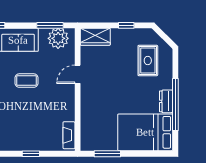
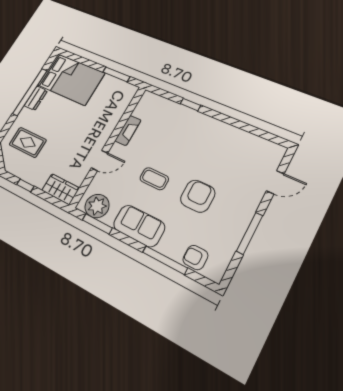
rug: (148, 61) -> (28, 142), turned 90
fireplace: (69, 135) -> (128, 130), moved

